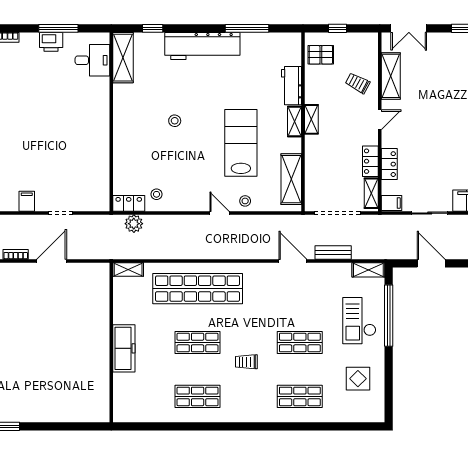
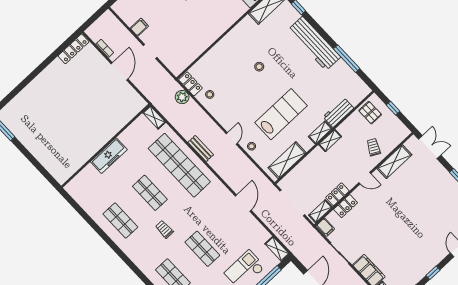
double door: (409, 28) -> (430, 147), swing flipped
bench: (333, 252) -> (201, 149), moved
door: (52, 261) -> (120, 71), hinge flipped

